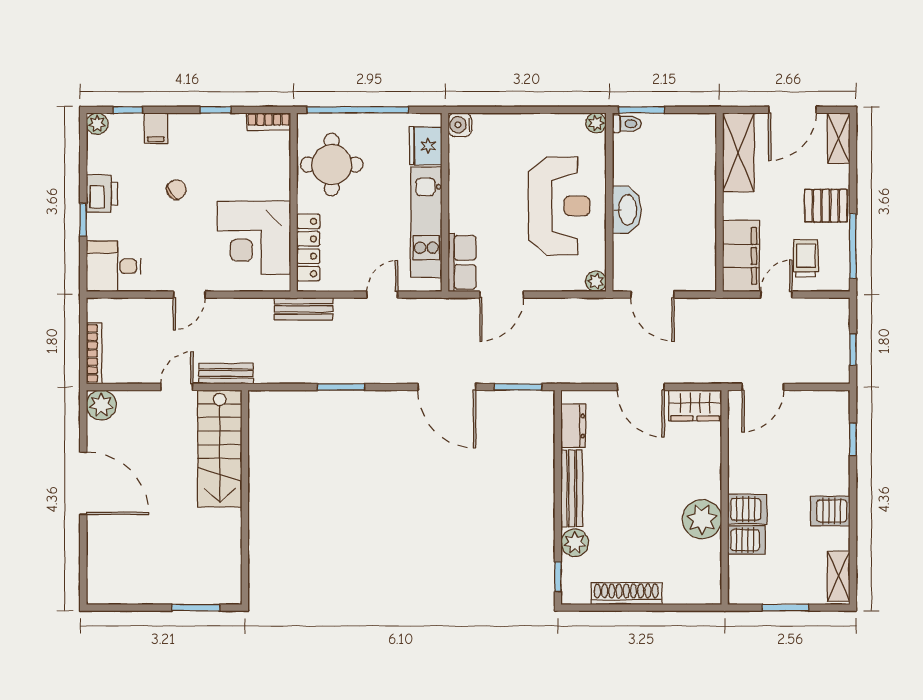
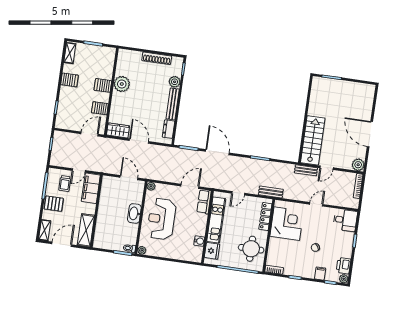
water cooler: (460, 125) -> (199, 241), moved
printer: (102, 194) -> (344, 266), moved
server rack: (746, 540) -> (100, 108), moved

